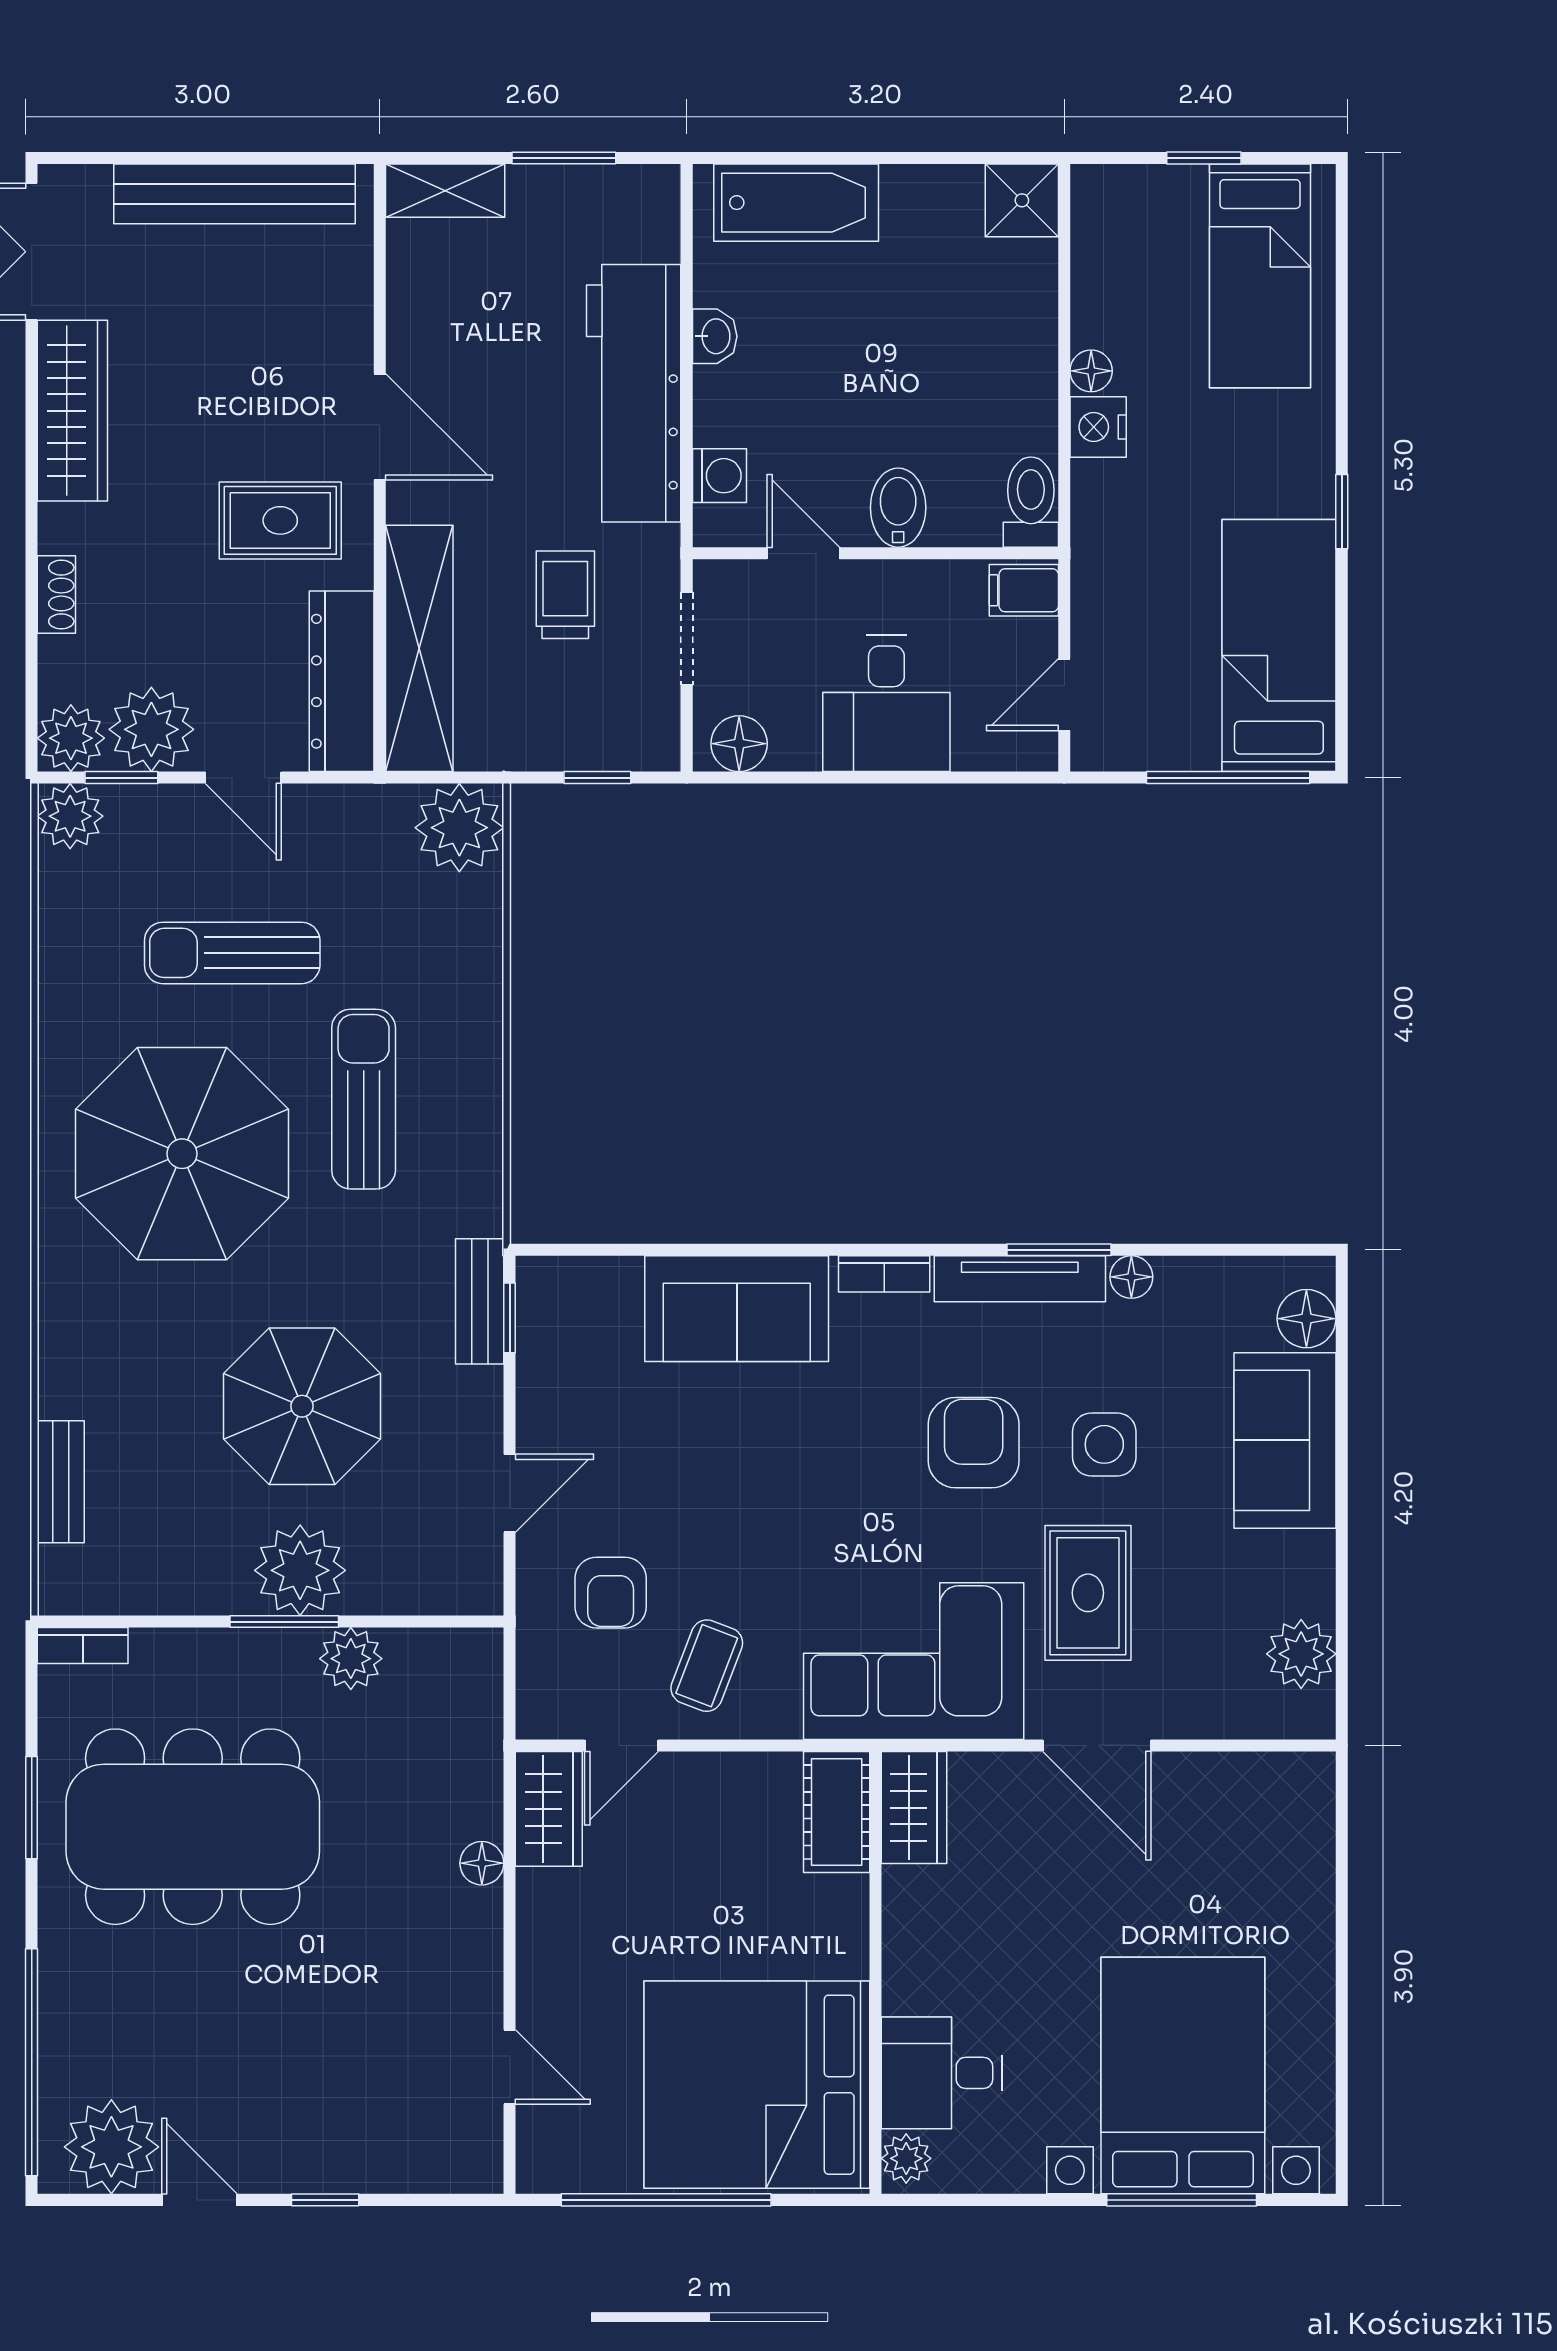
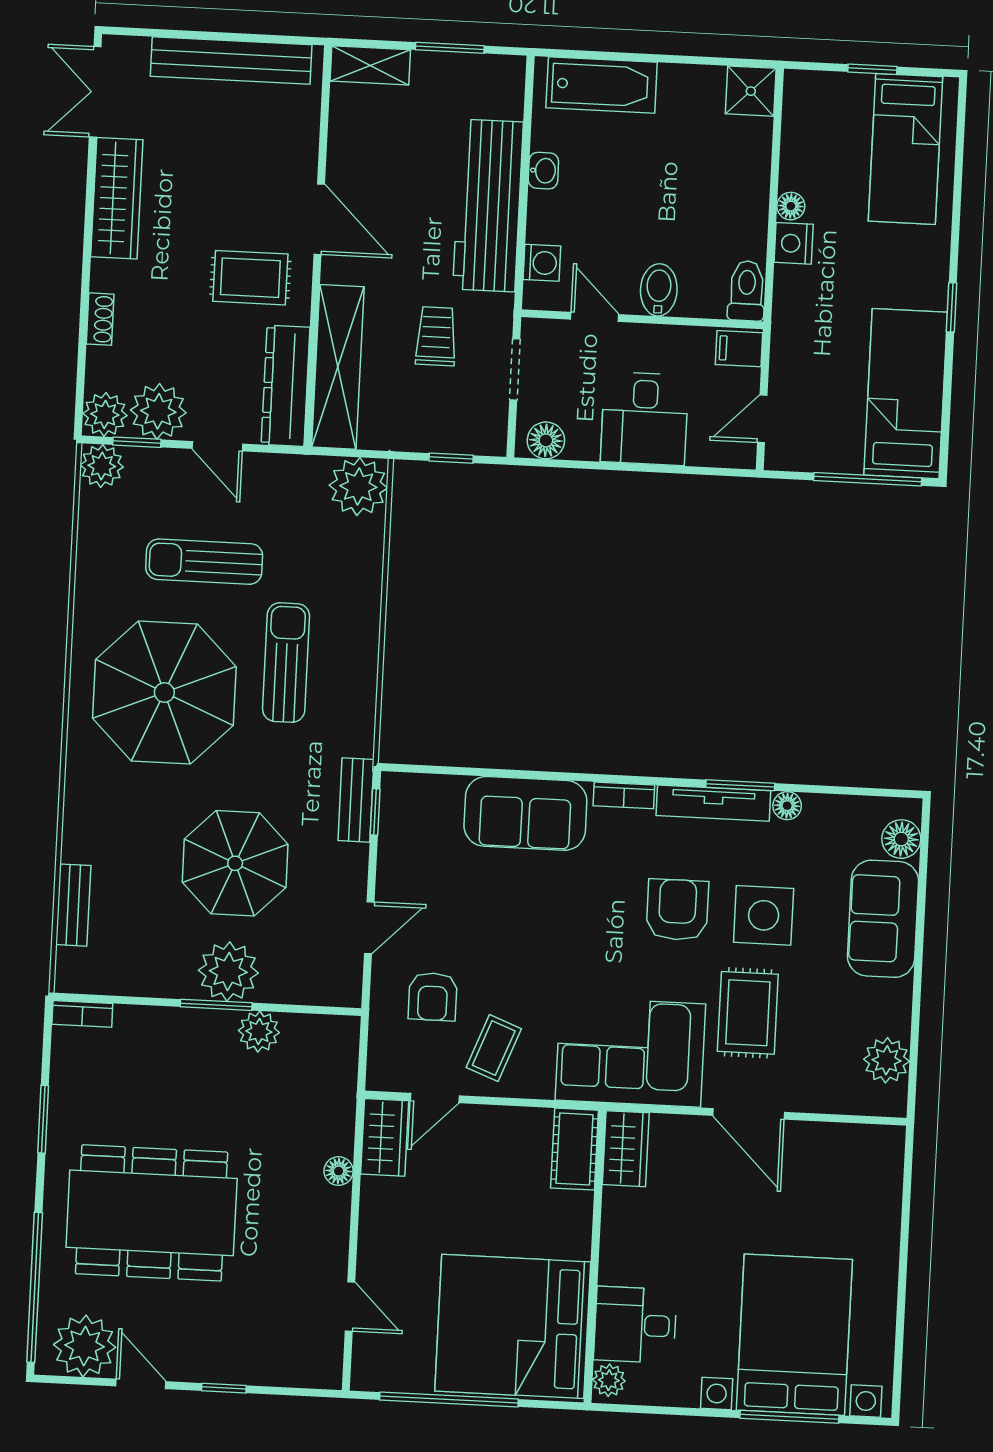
side table: (1104, 1444) -> (764, 915), width x1.37, depth x1.37
dining table: (193, 1827) -> (152, 1213), moved

